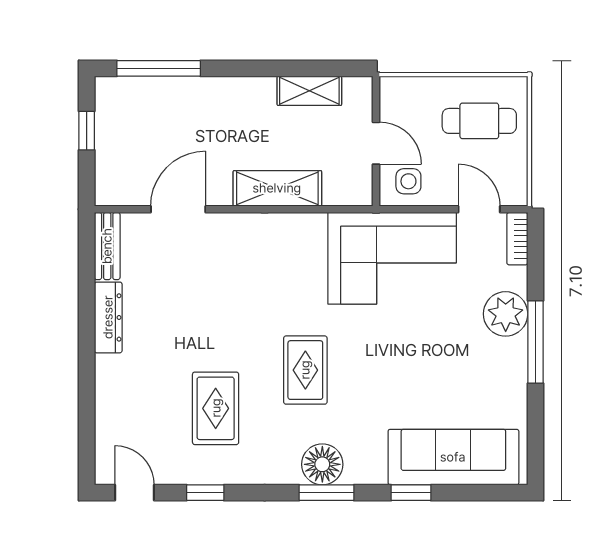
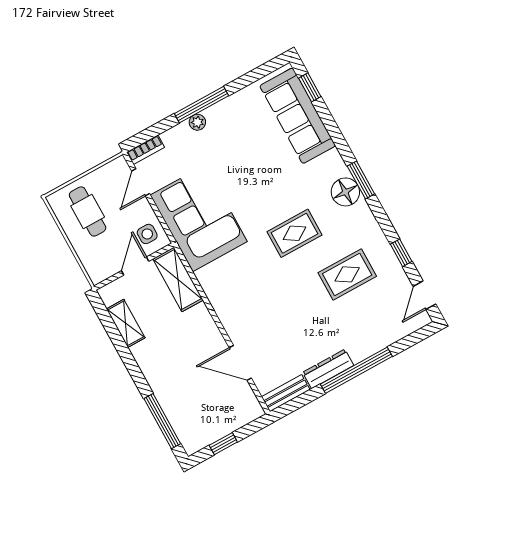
shelving: (277, 188) -> (178, 279), moved
plant: (506, 314) -> (197, 122), width x0.53, depth x0.53
window: (87, 353) -> (356, 370), added
window: (411, 493) -> (310, 87), moved

